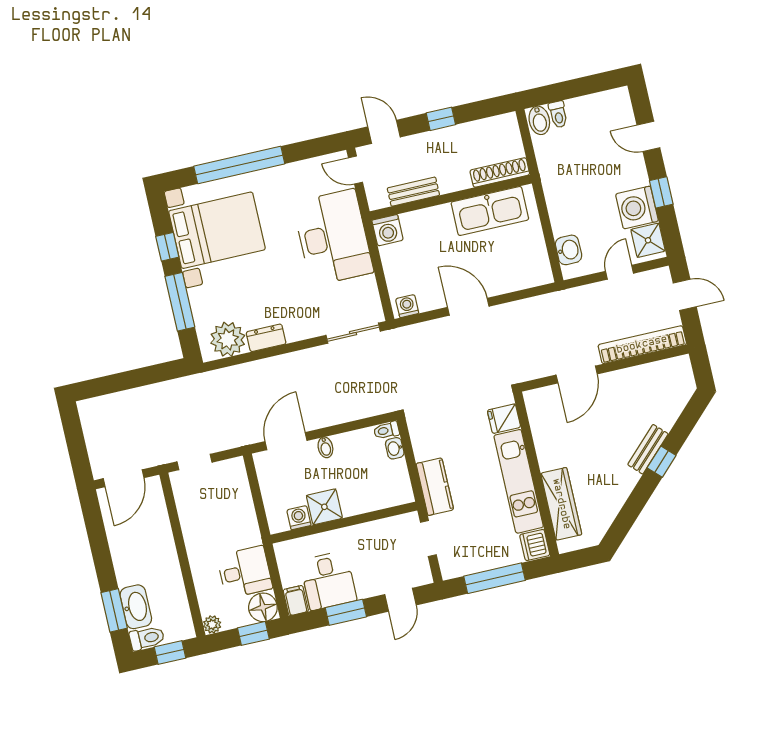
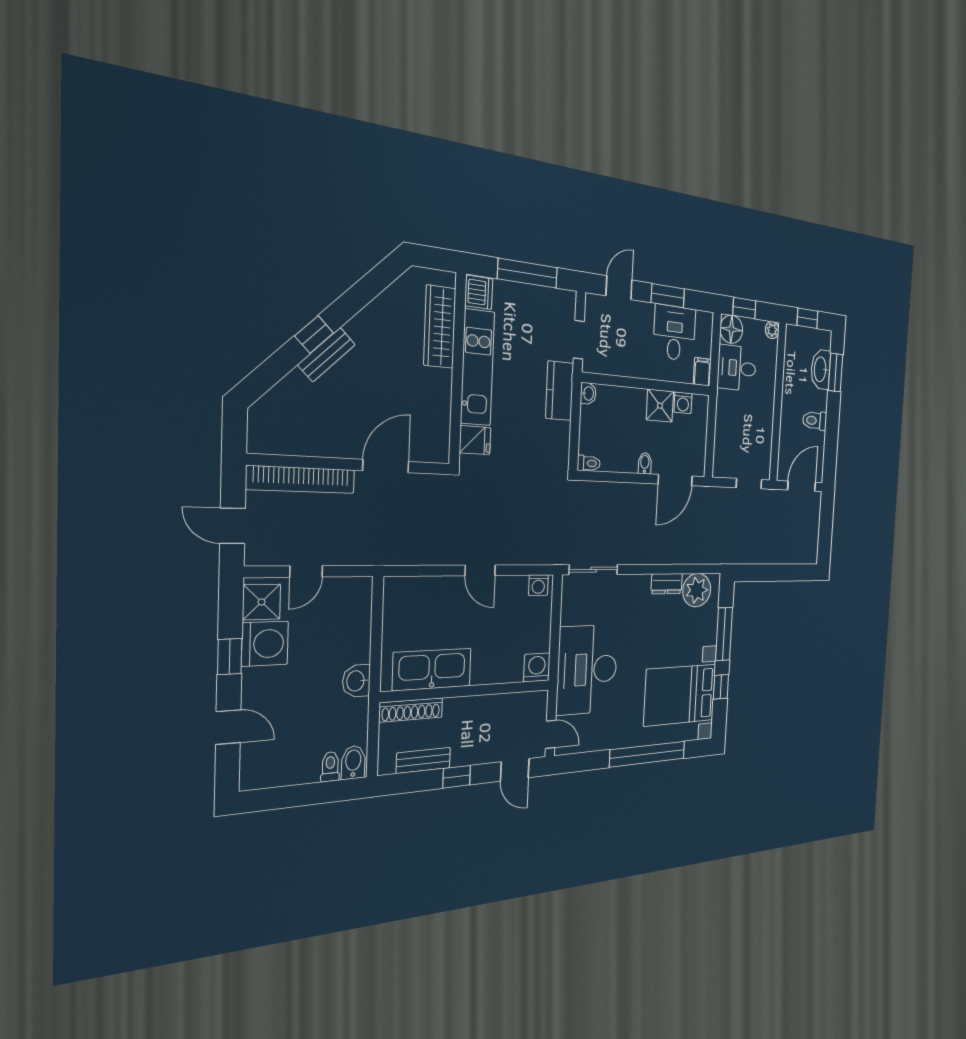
bench: (413, 192) -> (423, 760), moved
washbasin: (569, 250) -> (356, 681), moved
door: (468, 307) -> (480, 570), width x0.73
washbasin: (395, 448) -> (588, 393), moved
filing cabinet: (296, 601) -> (702, 372), moved, turned 180
toilet: (147, 638) -> (815, 421), moved

